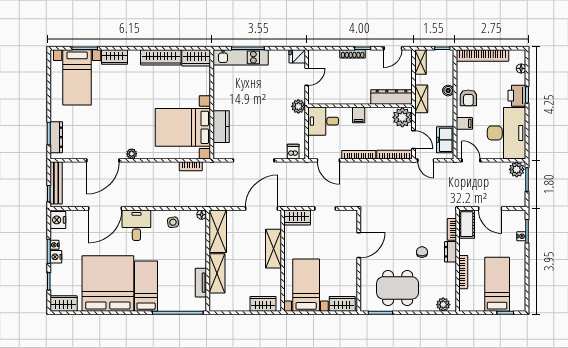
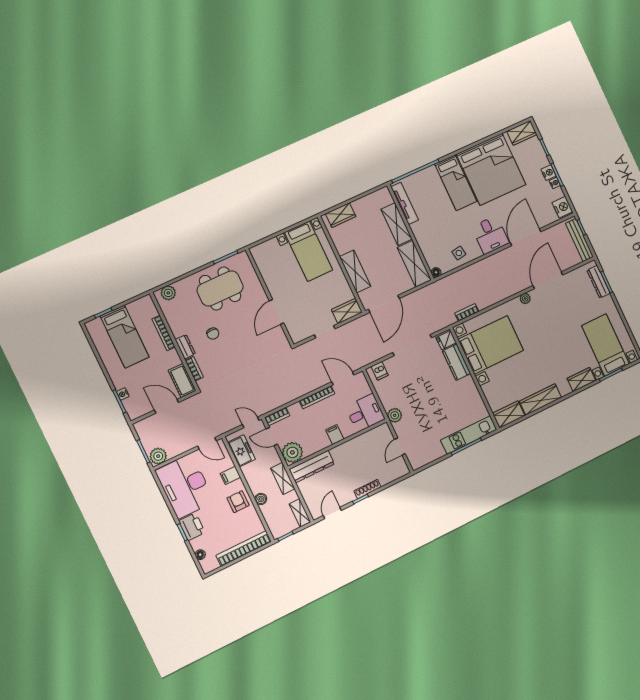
fridge: (297, 56) -> (446, 340), moved, turned 180
bookcase: (395, 155) -> (277, 417), width x0.64
tv unit: (201, 283) -> (405, 203), width x1.41
wardrobe: (342, 304) -> (266, 249), removed

